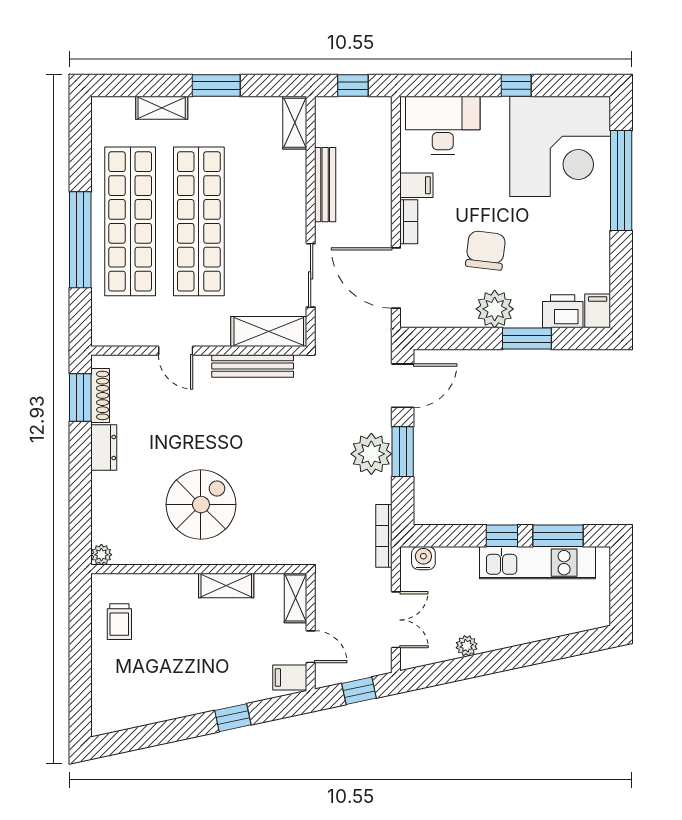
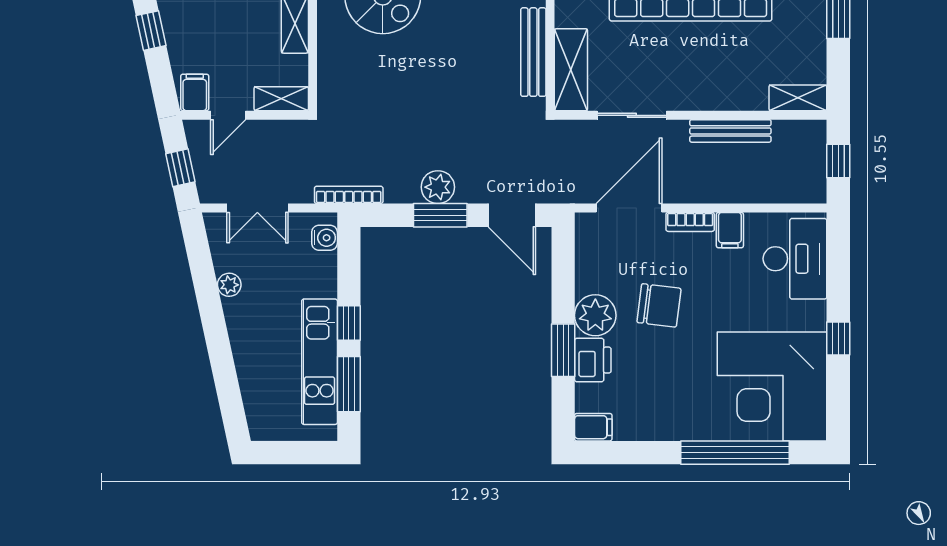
printer: (563, 311) -> (593, 360), moved
plant: (371, 454) -> (438, 187), width x0.73, depth x0.73

